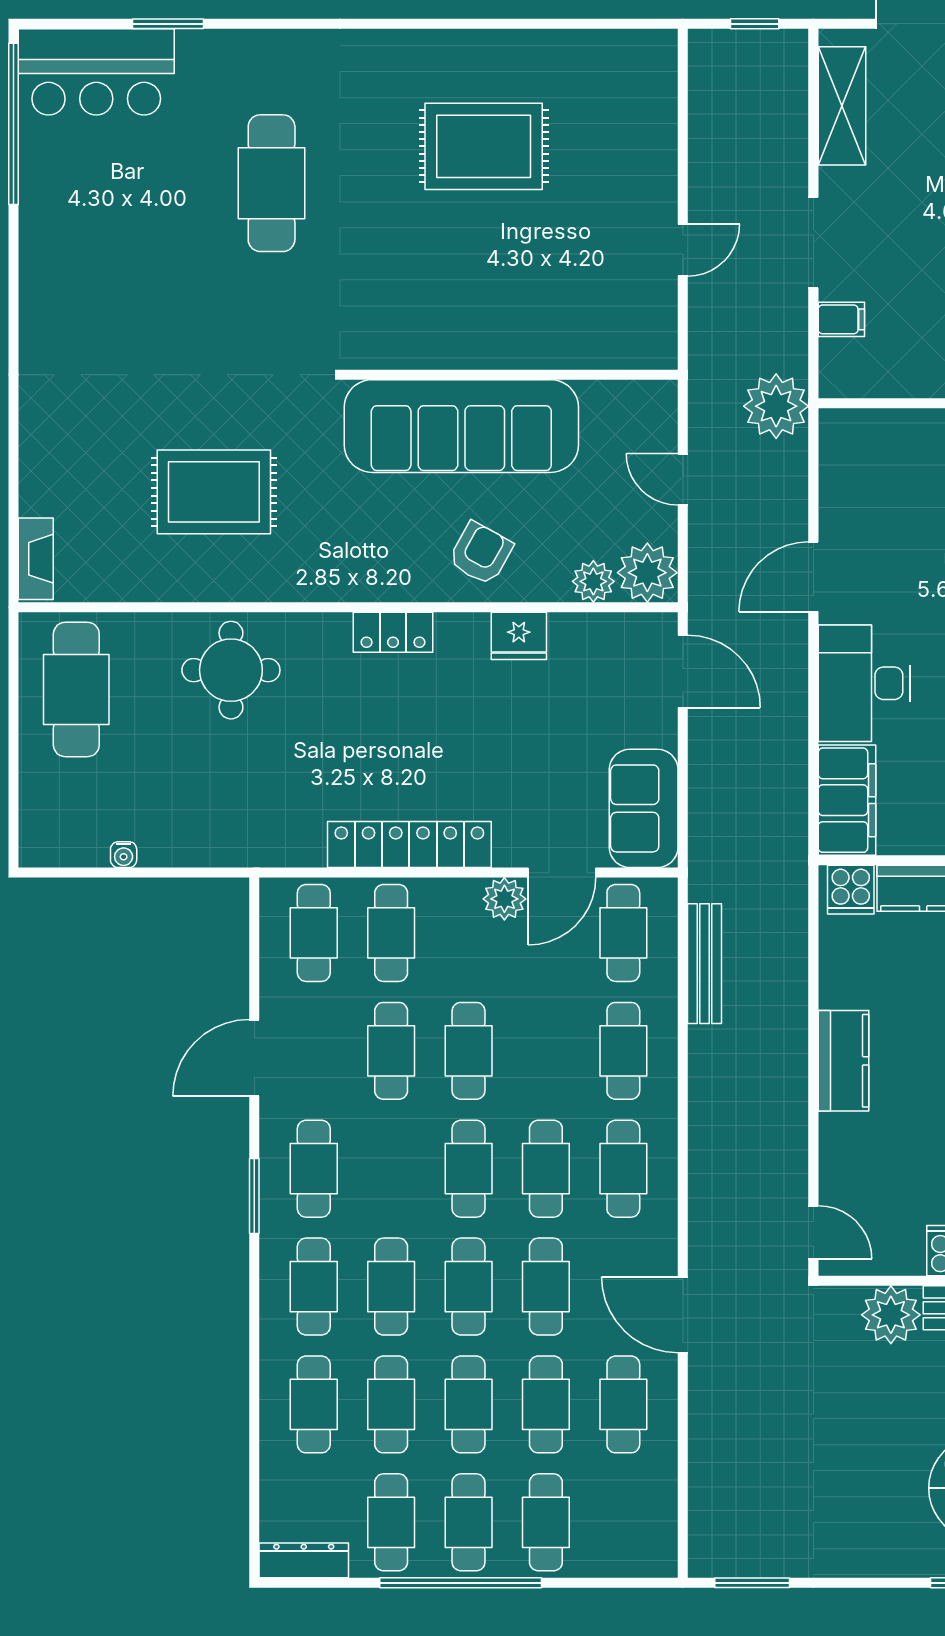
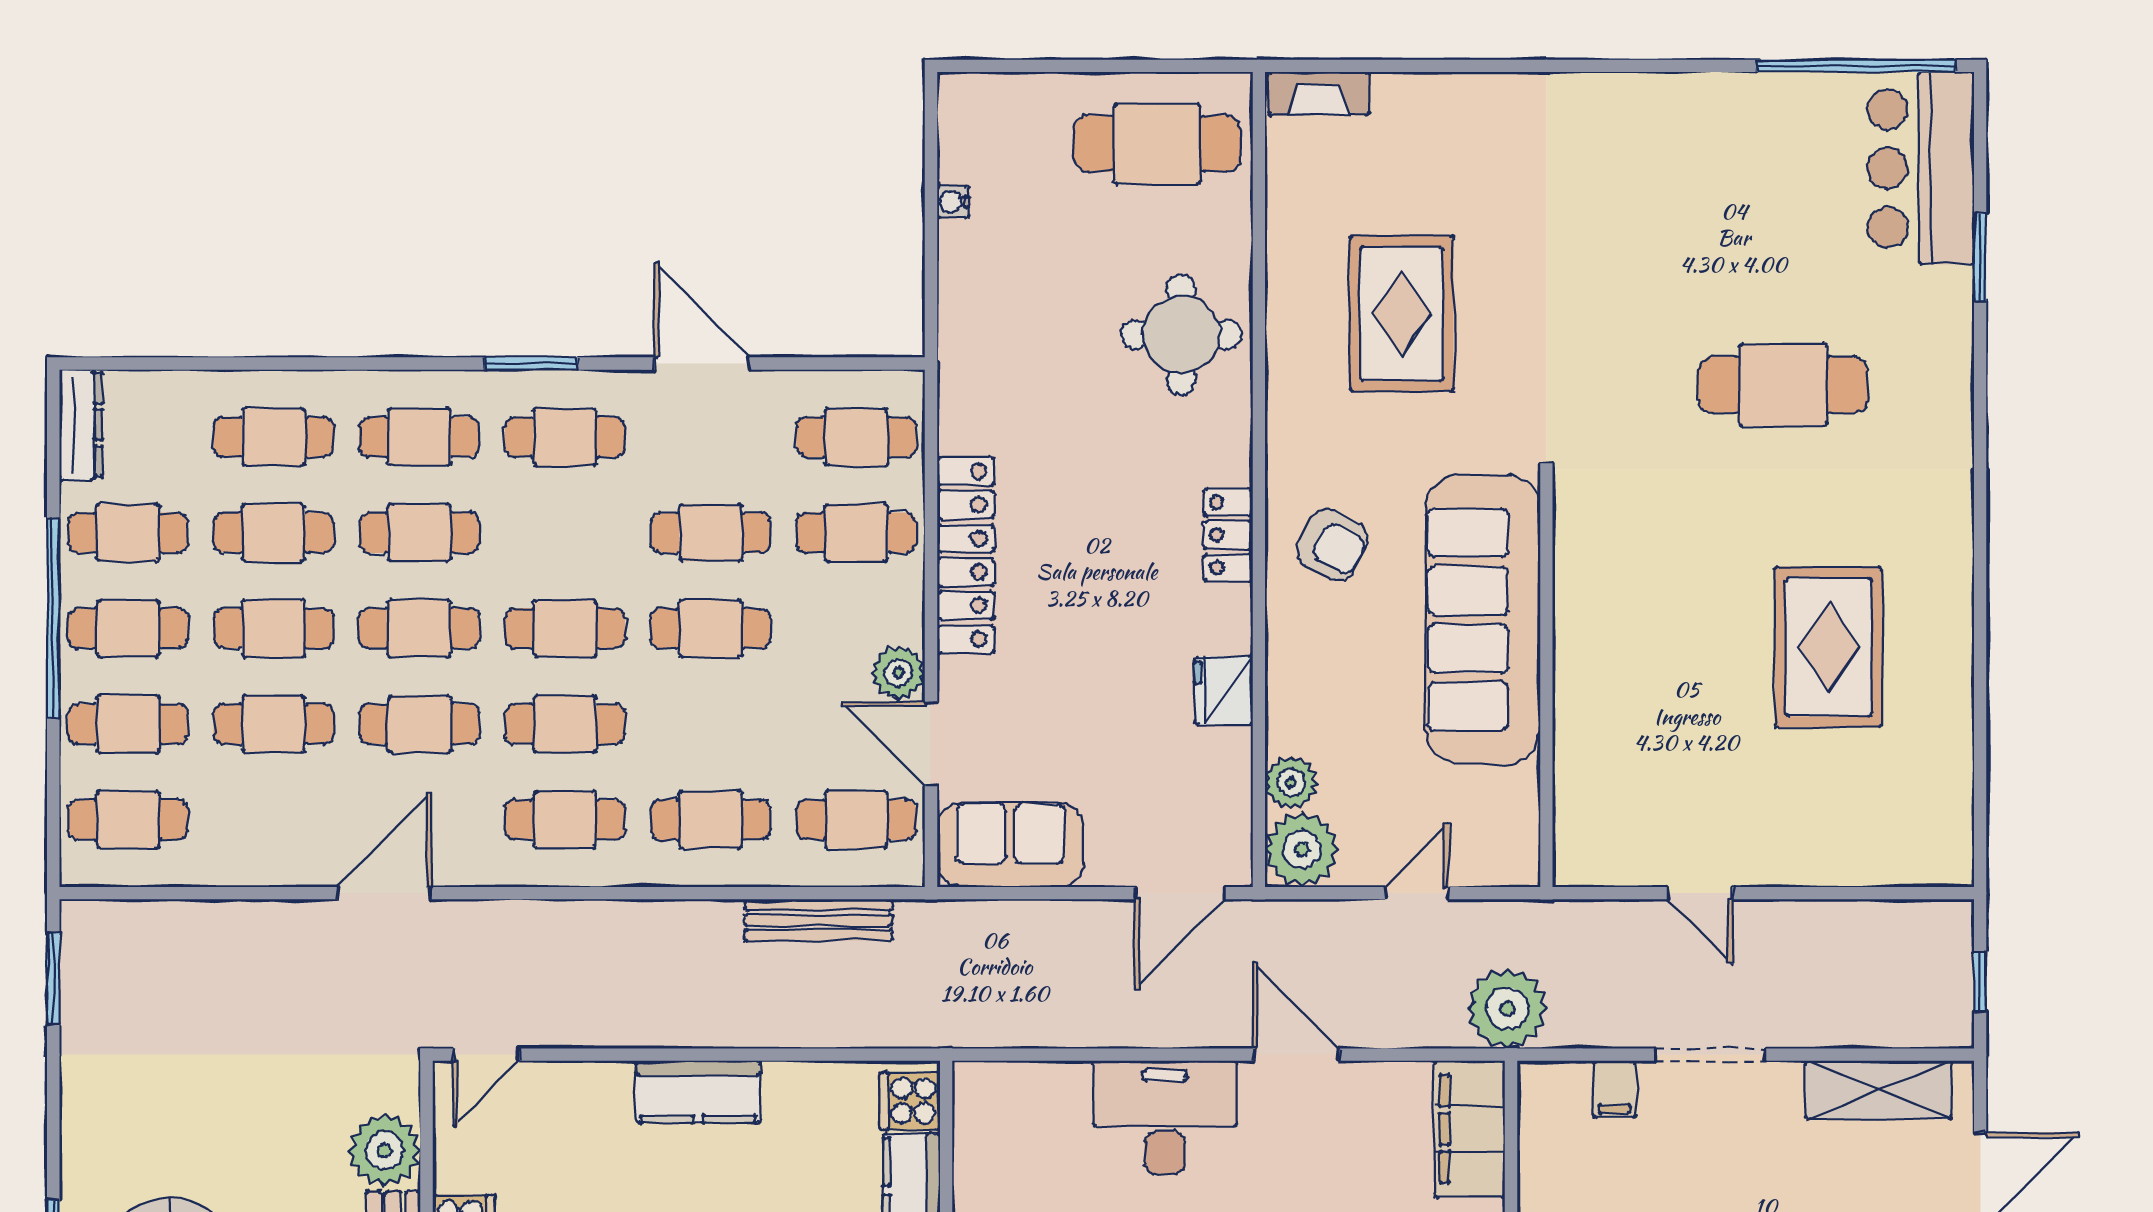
armchair: (481, 553) -> (1332, 545), moved
filing cabinet: (847, 800) -> (1470, 1129), moved, turned 90
cafe table: (623, 1404) -> (128, 820), moved

